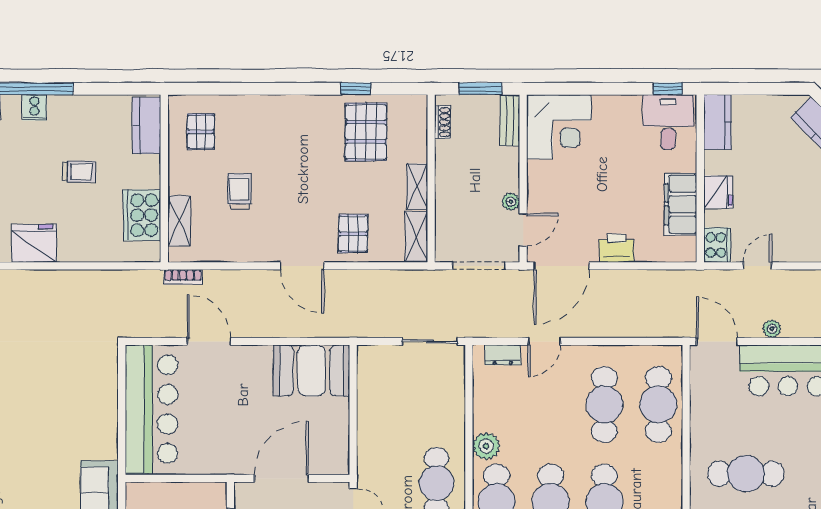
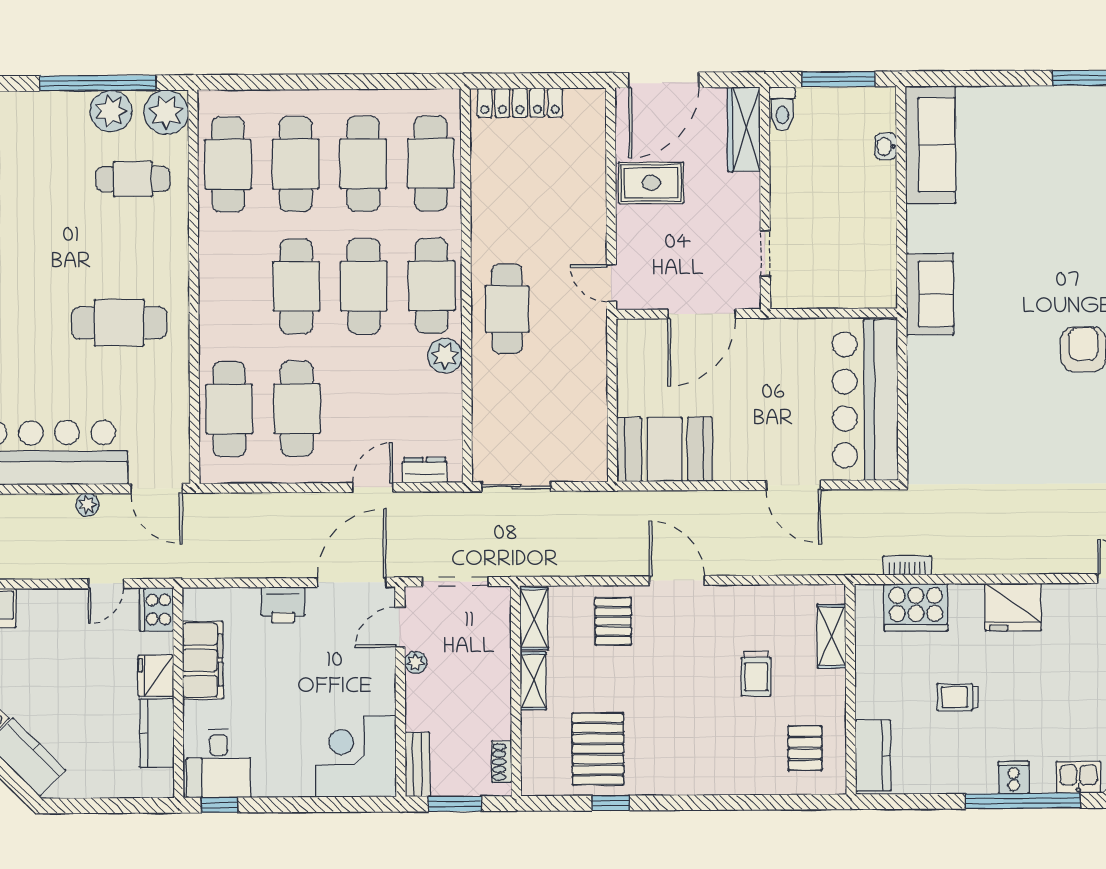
kitchen counter: (718, 122) -> (157, 733), moved
cooker: (142, 215) -> (916, 607), moved, turned 90
bookcase: (183, 277) -> (907, 565), moved

